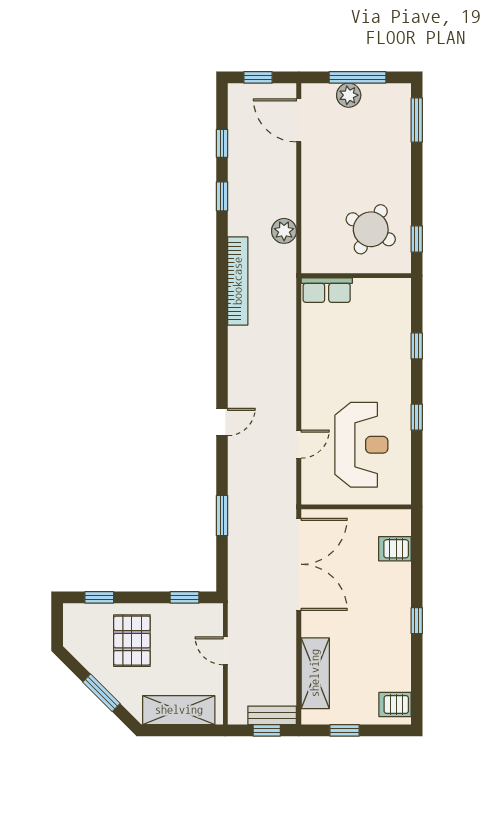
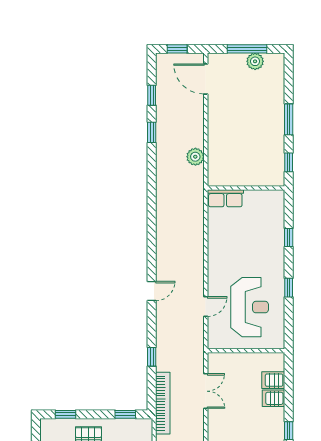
plant: (349, 95) -> (255, 61), moved
window: (417, 120) -> (289, 119), moved
round table: (371, 229) -> (256, 156), removed
bookcase: (238, 281) -> (163, 403), moved
window: (222, 516) -> (152, 357), width x0.67
double door: (299, 564) -> (206, 391), width x0.54
server rack: (395, 575) -> (273, 398), added

